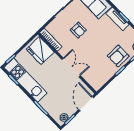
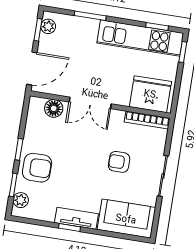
armchair: (118, 56) -> (37, 168), turned 90
floor lamp: (90, 78) -> (54, 108), added
door: (86, 104) -> (32, 68), hinge flipped

